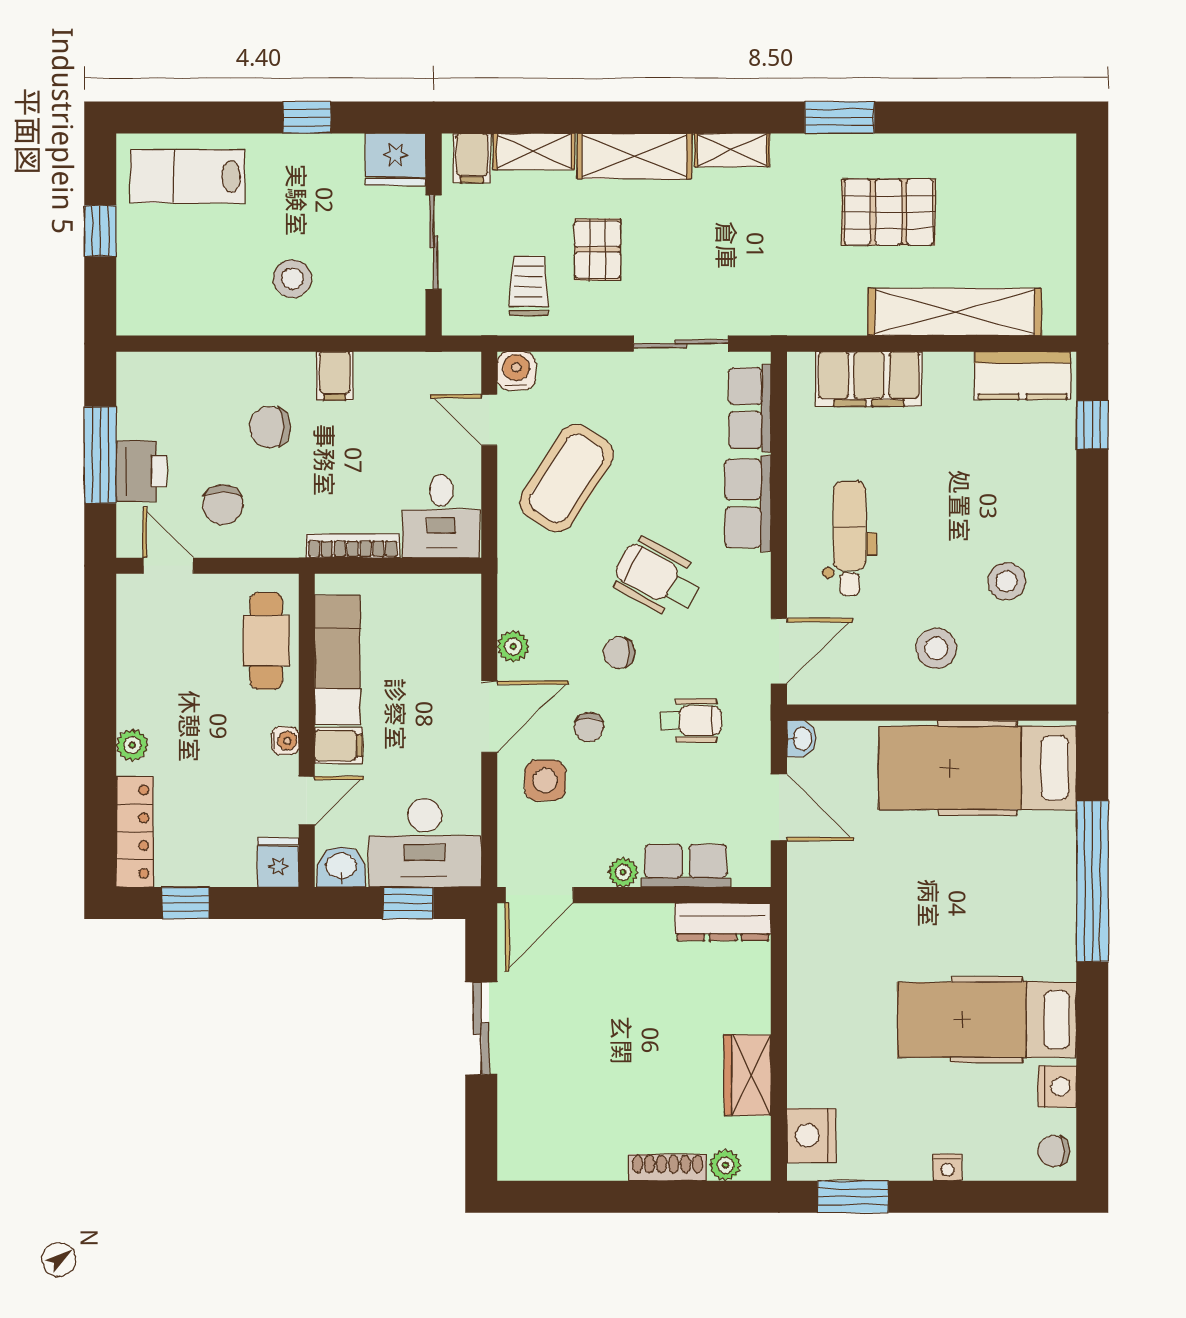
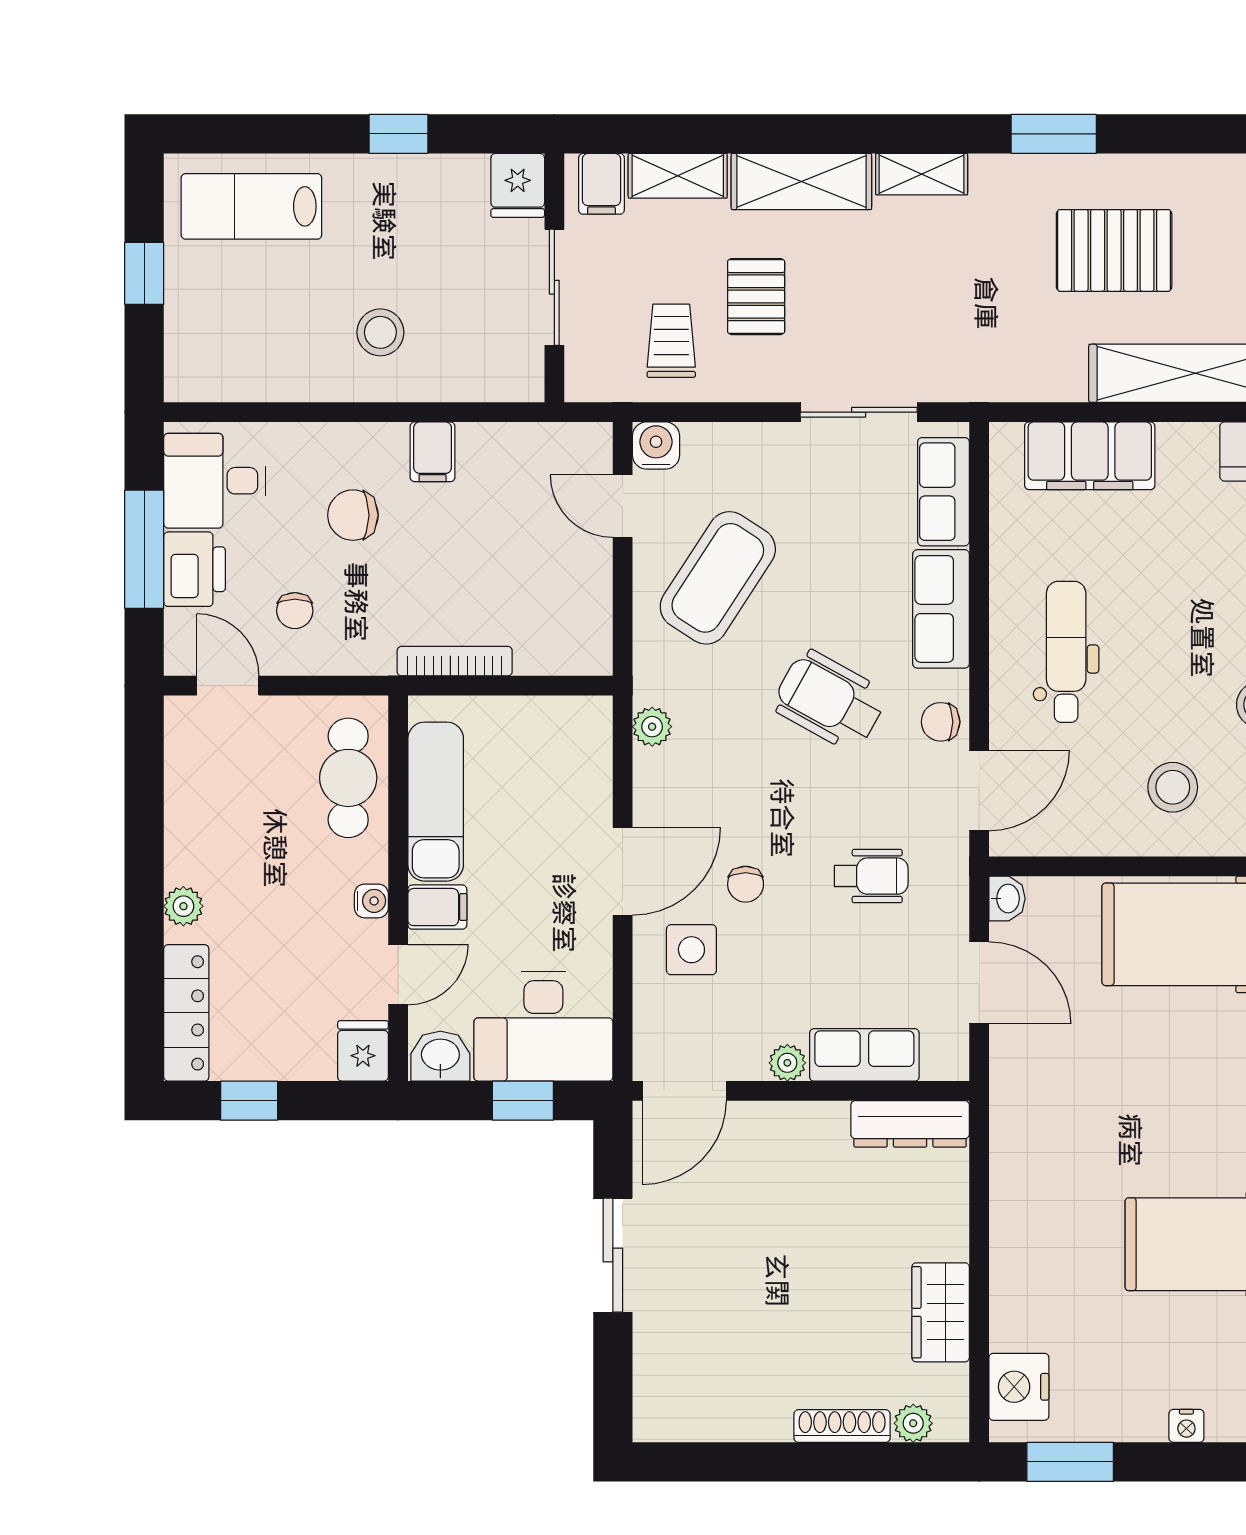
fridge: (396, 159) -> (518, 185), width x0.72
chair: (223, 505) -> (295, 611), width x0.73, depth x0.73
desk: (441, 516) -> (215, 481), moved, turned 90
plant: (513, 646) -> (652, 727), moved
chair: (619, 653) -> (941, 722), moved

